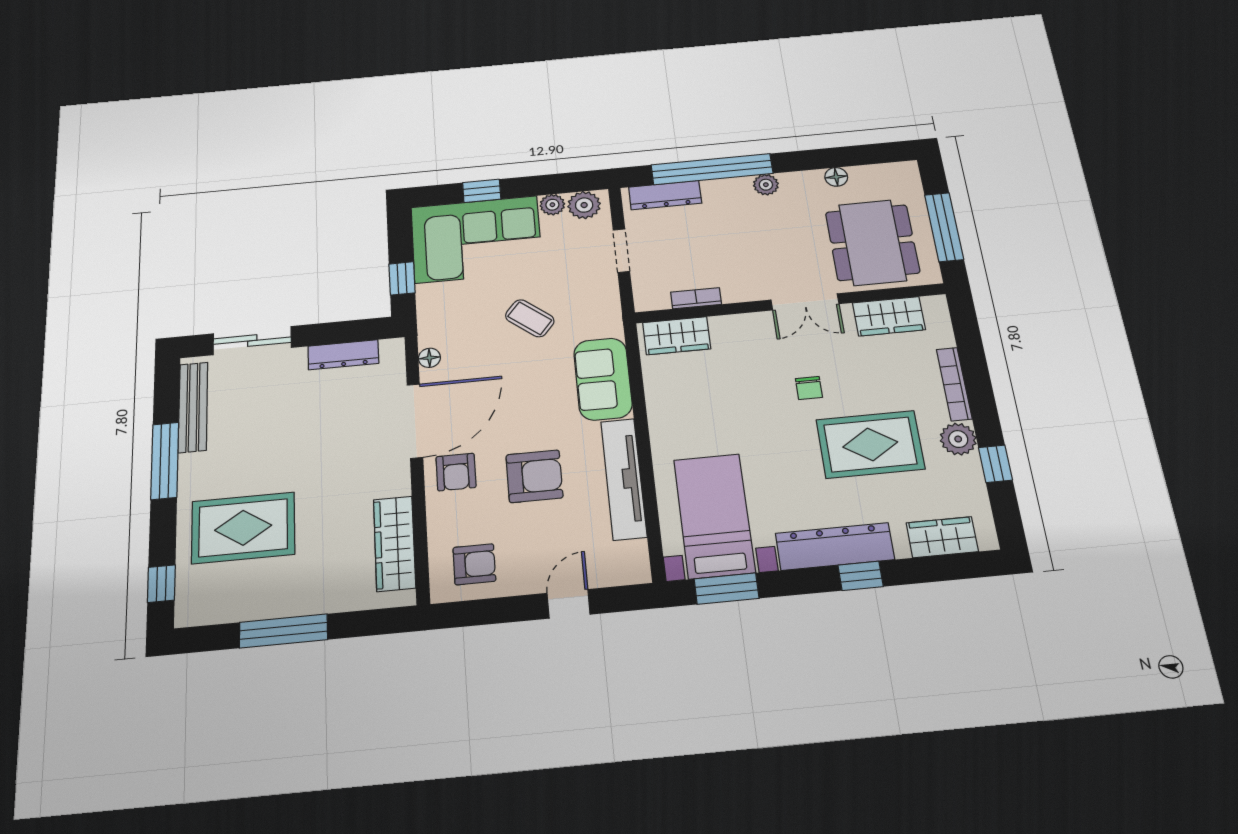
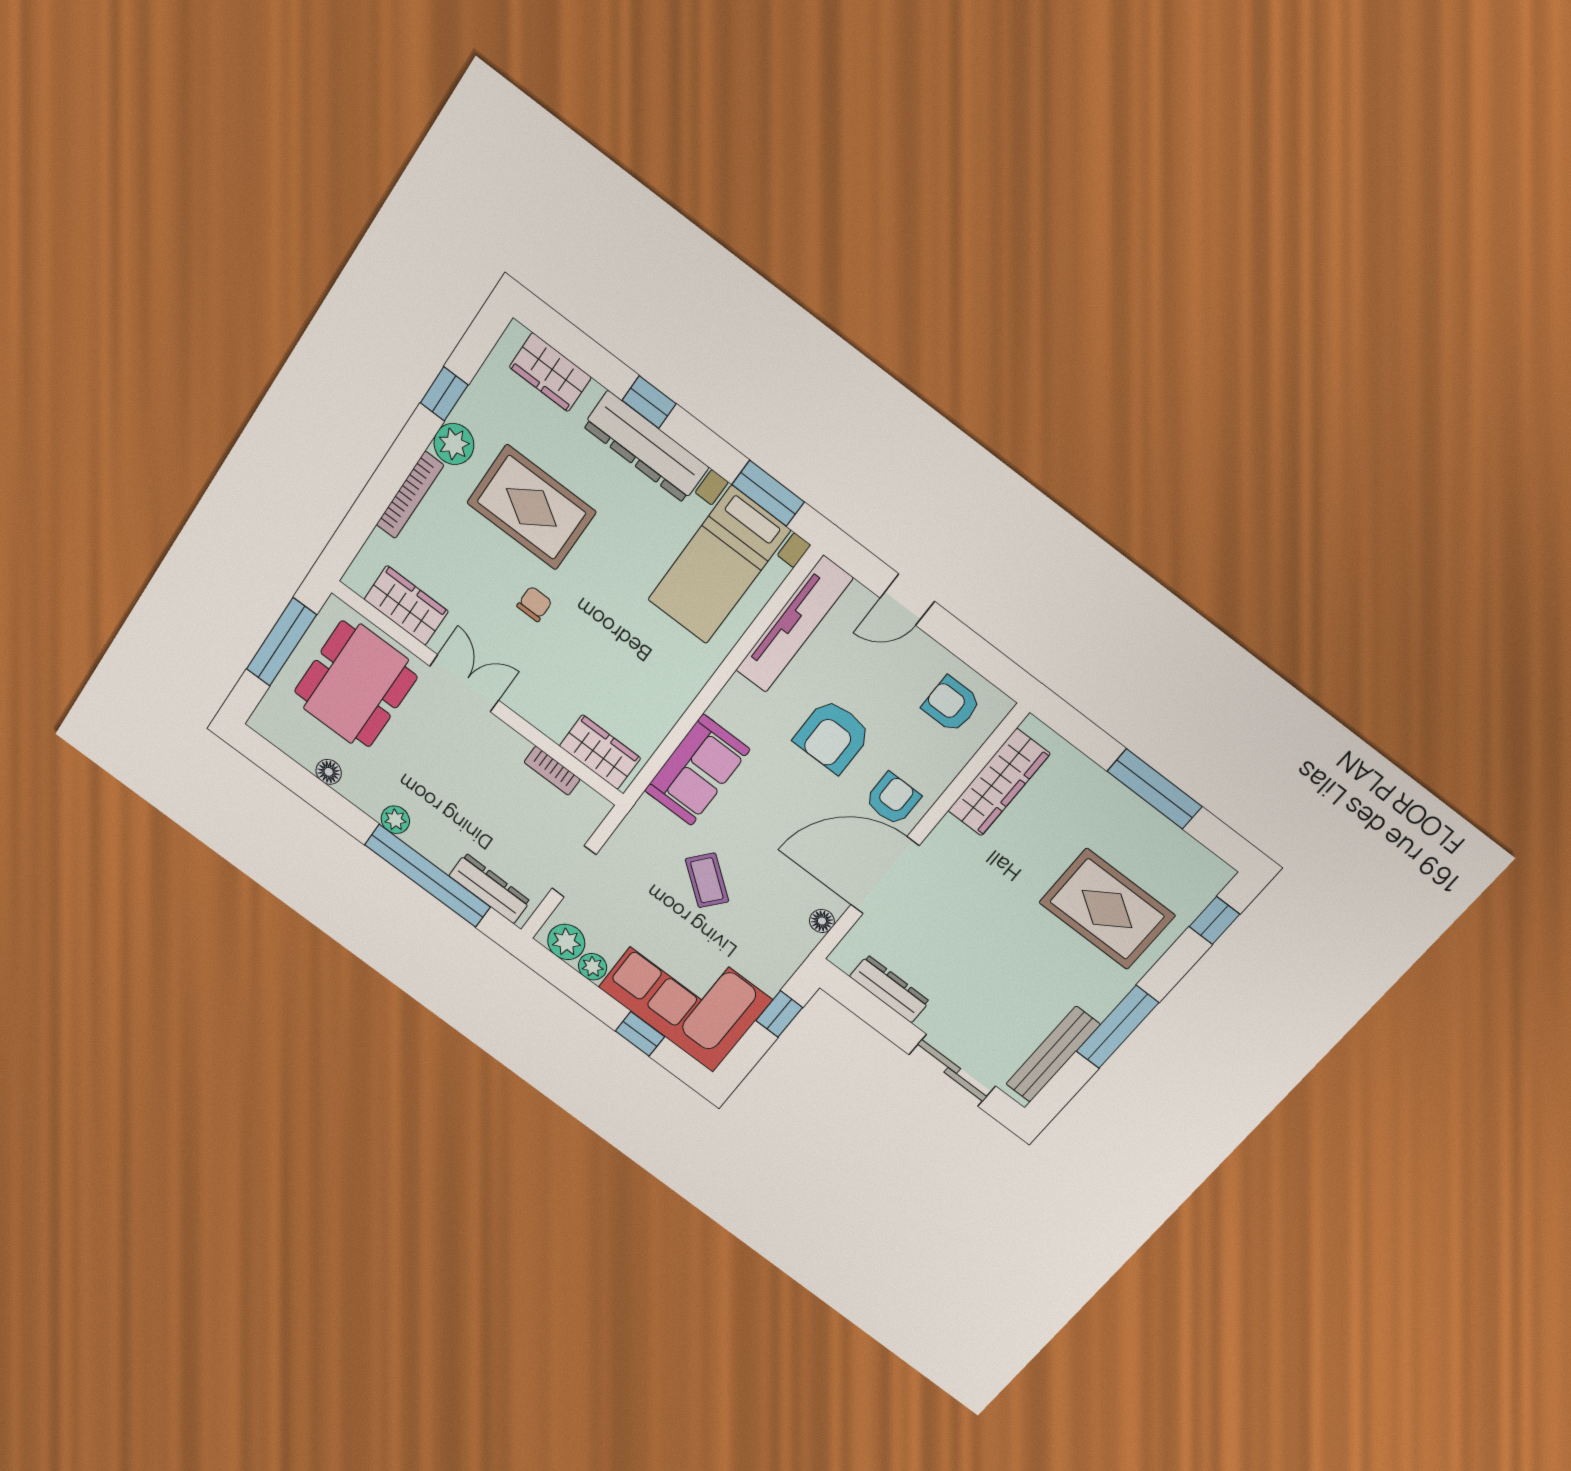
armchair: (534, 476) -> (833, 736), turned -90
tv unit: (624, 479) -> (794, 624), moved

